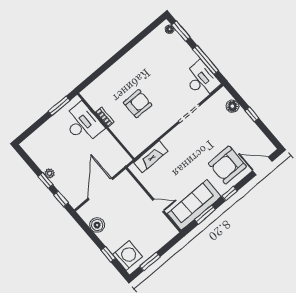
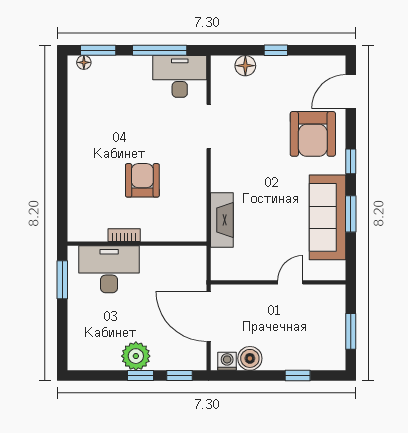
plant: (50, 173) -> (136, 356), width x1.87, depth x1.87
wall: (154, 200) -> (278, 282), moved
door: (158, 206) -> (290, 282), moved
washing machine: (127, 256) -> (227, 361), moved, width x0.53, depth x0.53

